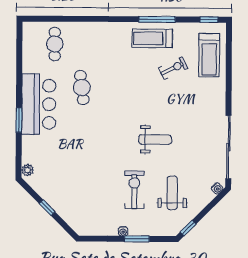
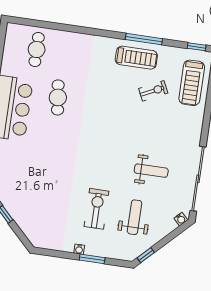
treadmill: (152, 38) -> (136, 58), turned 180
weight bench: (155, 140) -> (151, 171), moved

